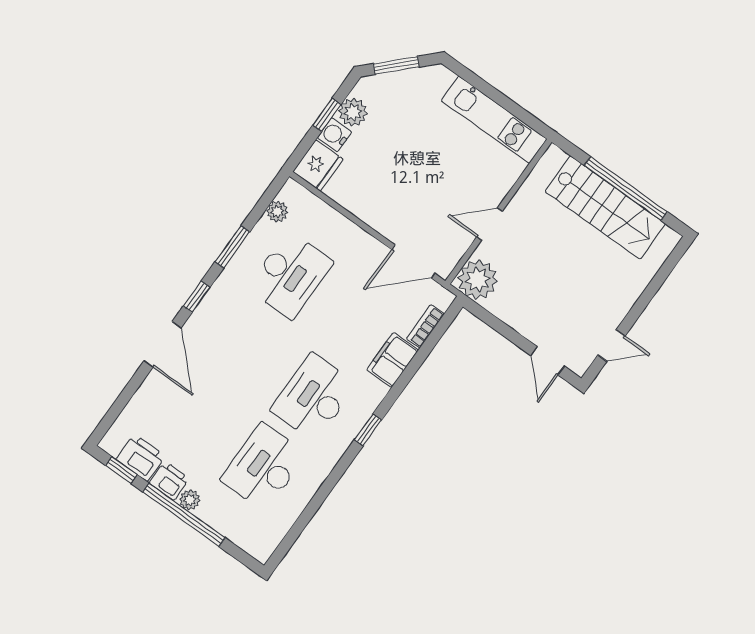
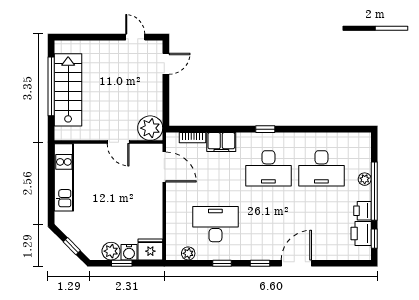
window: (396, 65) -> (72, 246), width x0.67
window: (232, 247) -> (222, 263), width x0.67
plant: (190, 500) -> (365, 179), moved

